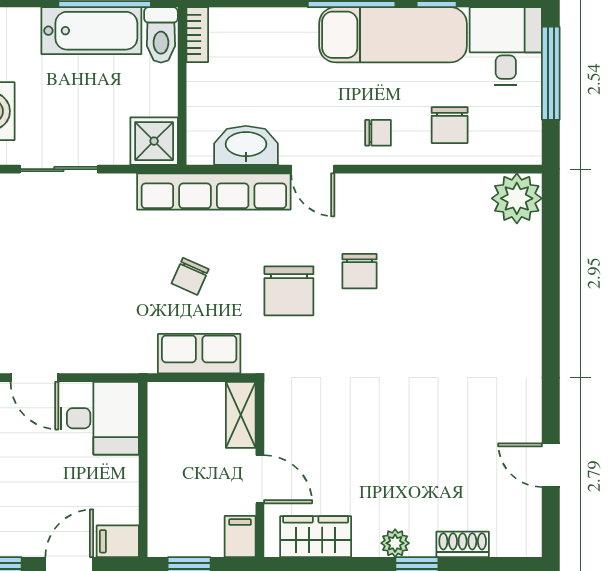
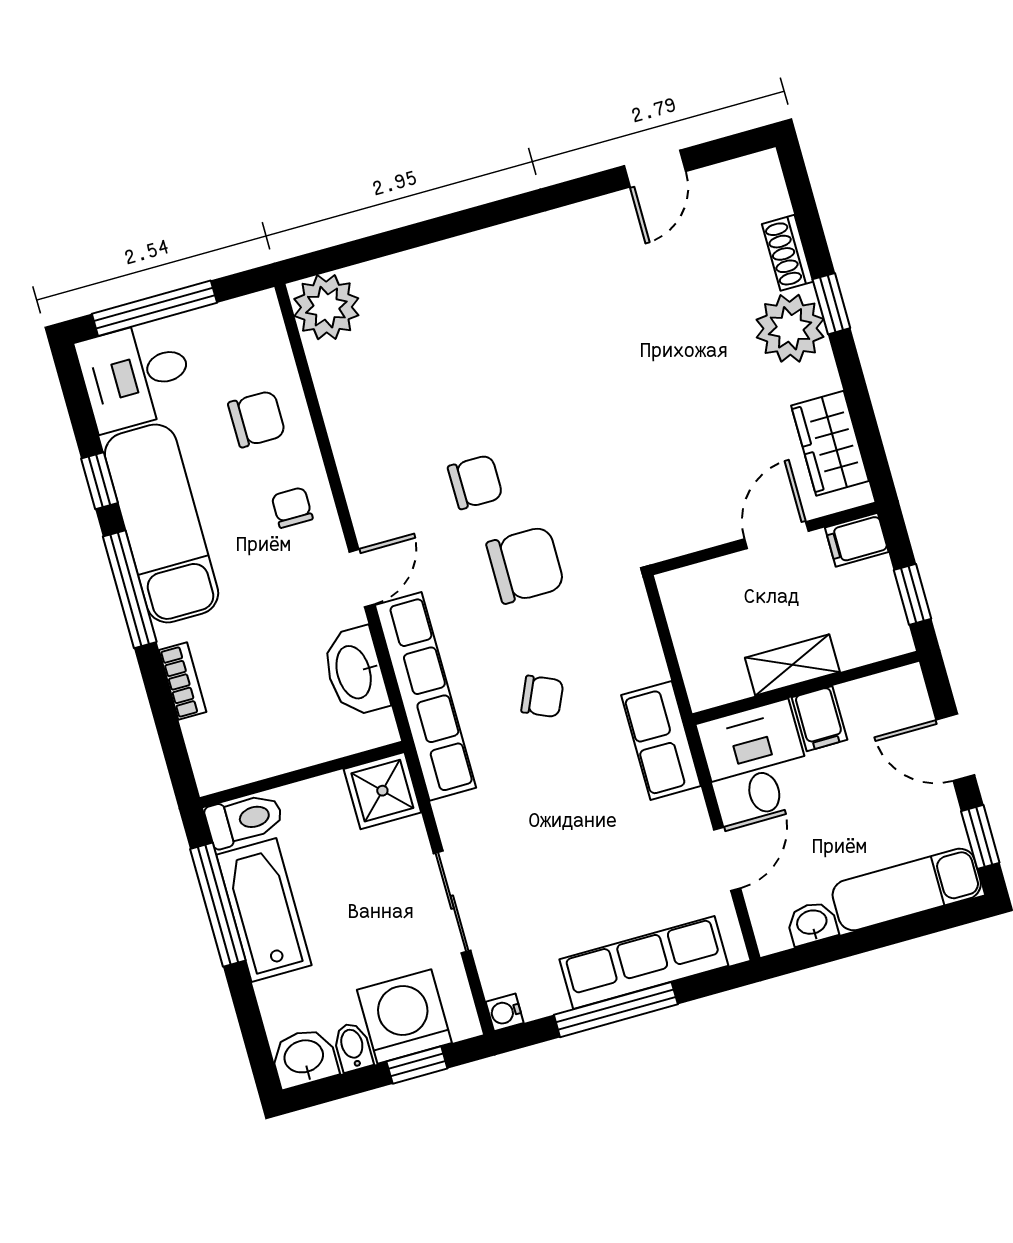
bookcase: (197, 35) -> (183, 681), moved, turned 90
row of seats: (199, 354) -> (661, 741), moved
shelving: (241, 415) -> (792, 665), moved
filing cabinet: (118, 541) -> (820, 719), moved
plant: (395, 543) -> (790, 328), width x1.87, depth x1.87

